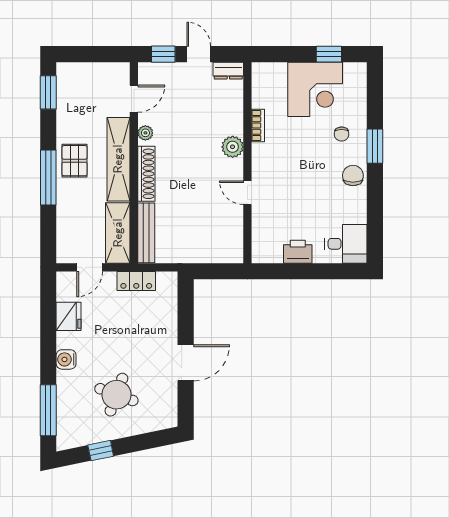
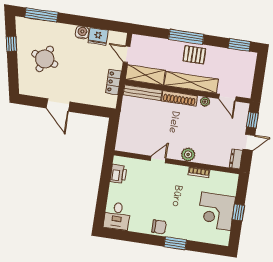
window: (329, 54) -> (238, 212), moved
chair: (342, 134) -> (186, 224), removed
printer: (298, 252) -> (118, 174), moved
water cooler: (66, 359) -> (82, 32), moved

